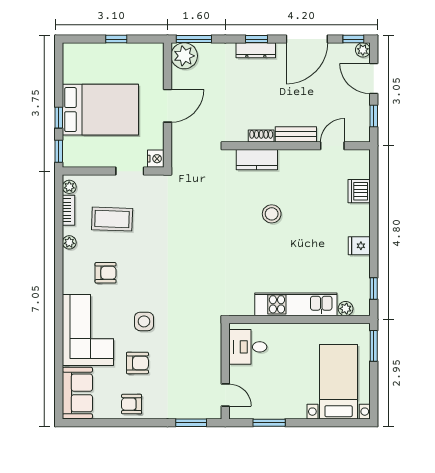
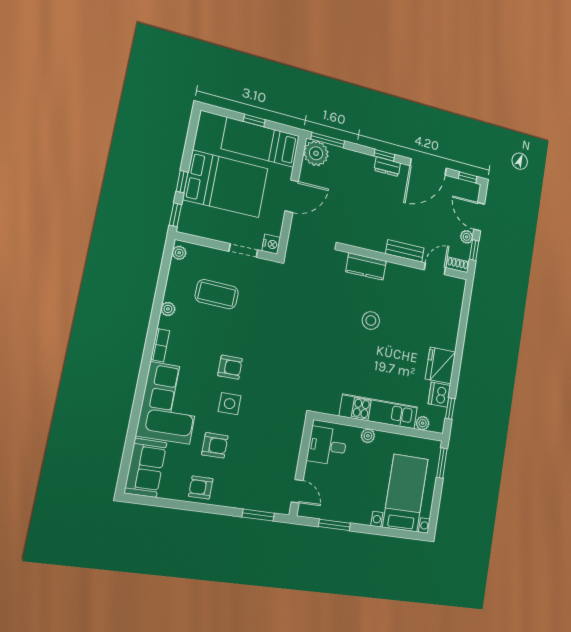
dresser: (256, 50) -> (387, 167), width x0.70
plant: (363, 50) -> (467, 237), moved
bed: (127, 59) -> (261, 142), added
shoe rack: (261, 136) -> (458, 265), moved
dishwasher: (359, 191) -> (439, 395), moved
bookcase: (69, 210) -> (160, 345), moved
fridge: (359, 246) -> (440, 365), width x1.88, depth x1.34
armchair: (106, 273) -> (230, 367), moved
plant: (289, 330) -> (368, 436), added

